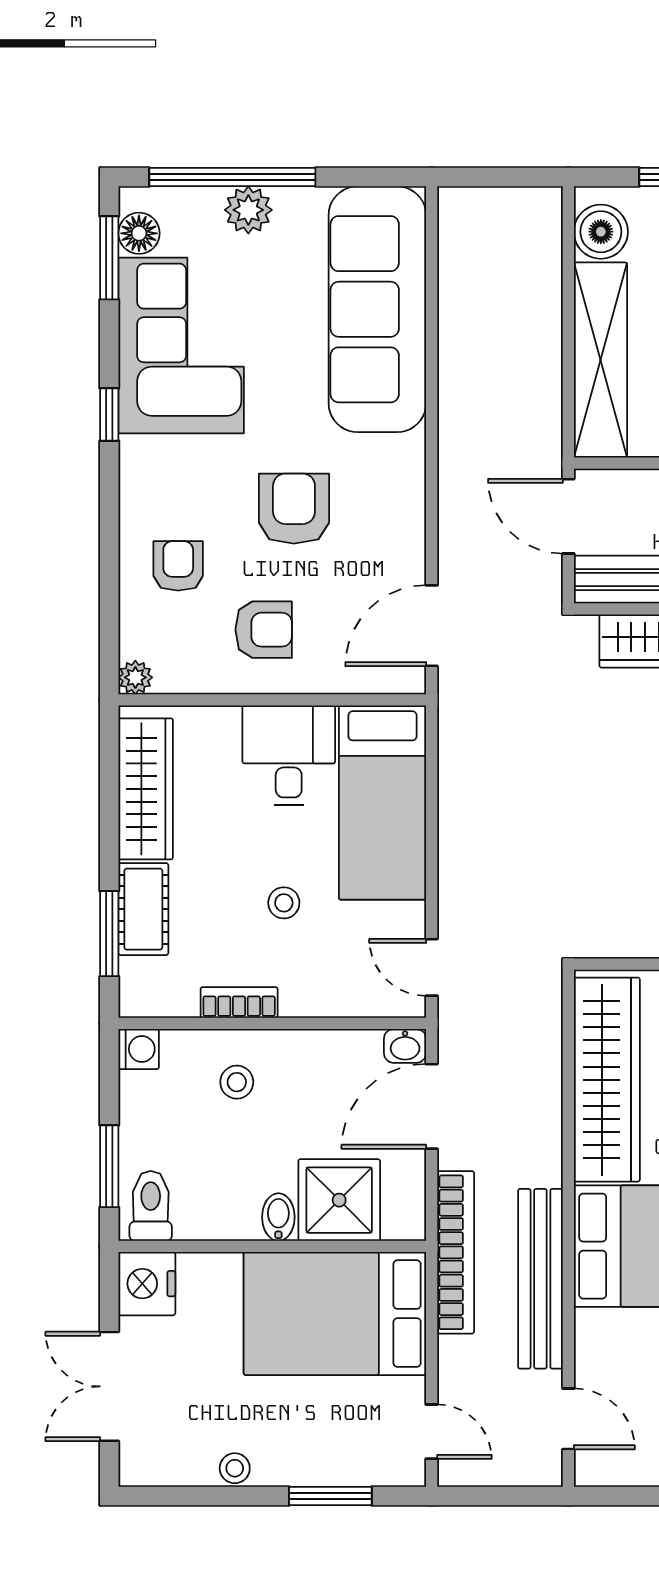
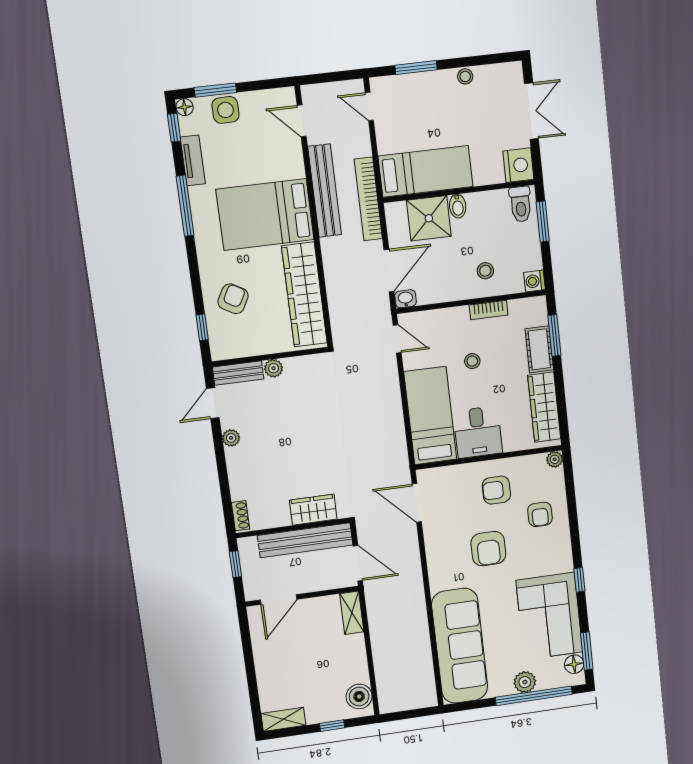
shelving: (600, 360) -> (352, 613), width x0.45, depth x0.75
door: (432, 626) -> (417, 503), swing flipped
bed: (335, 1314) -> (426, 171), width x0.67

